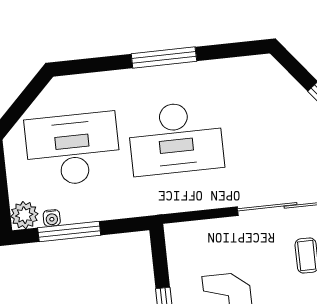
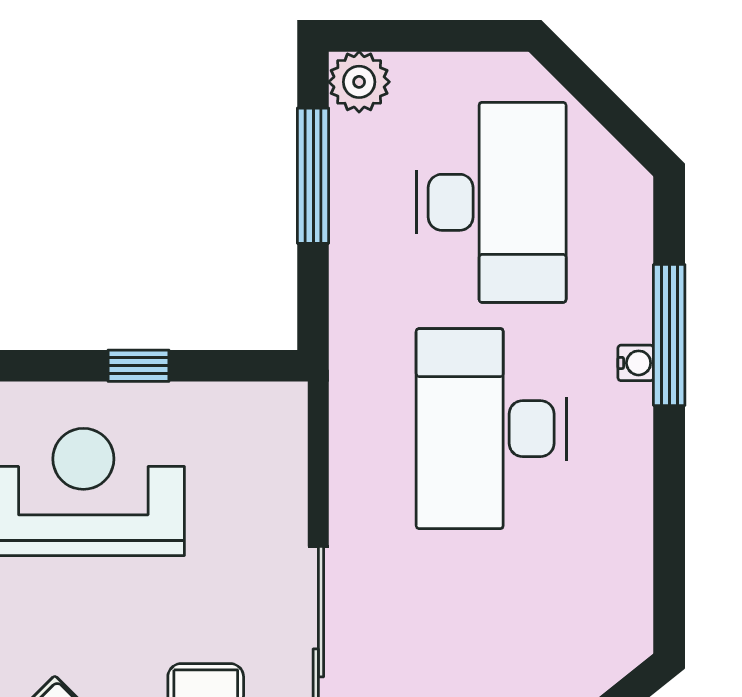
window: (164, 58) -> (669, 335), moved
water cooler: (52, 218) -> (636, 363), moved, turned 180

